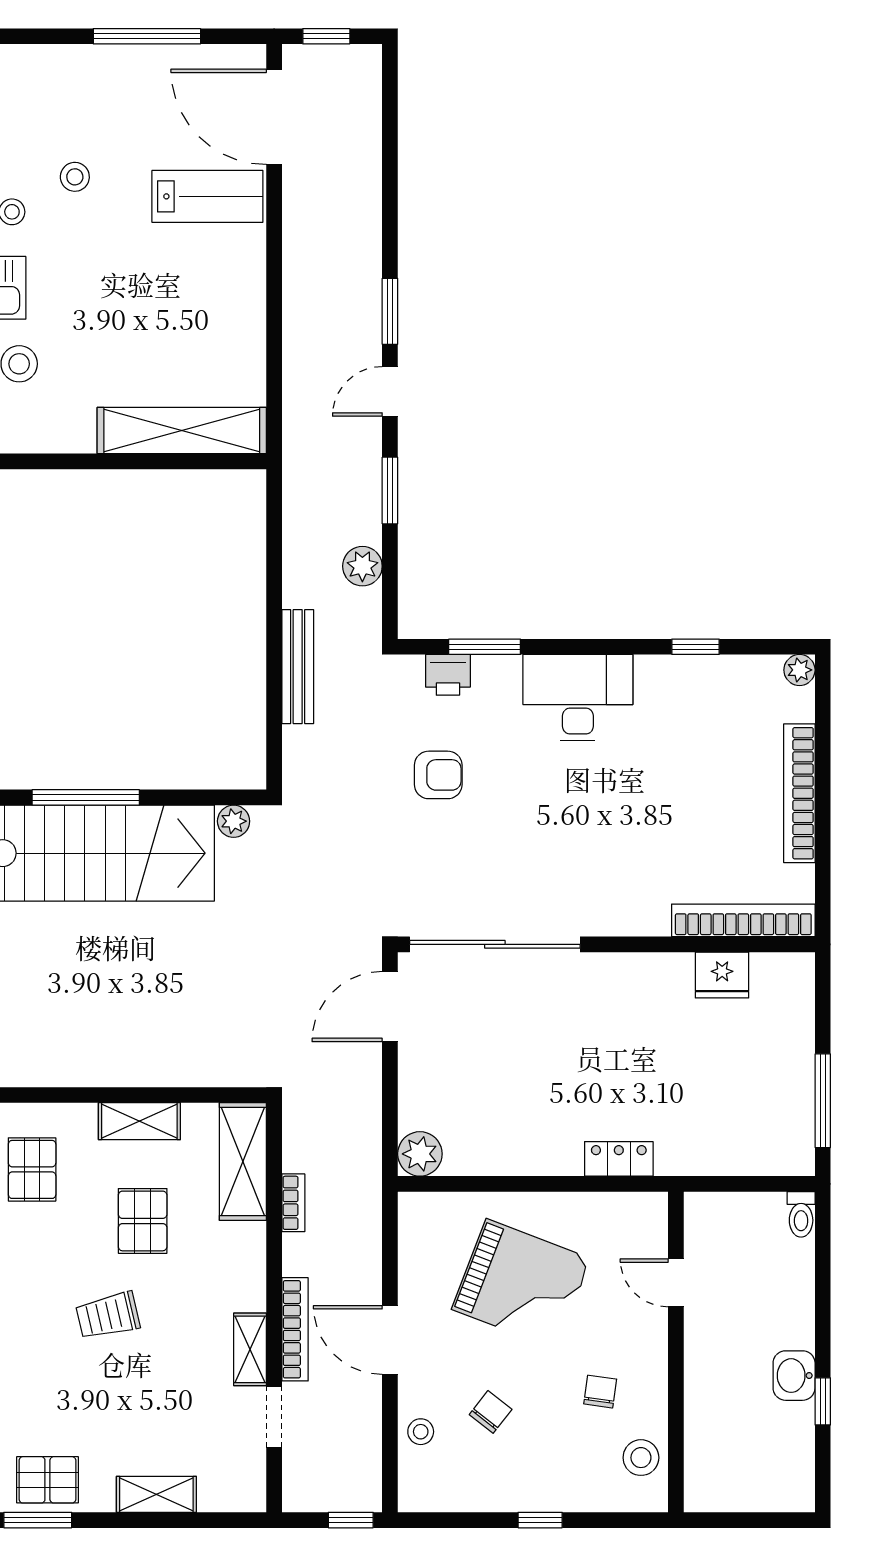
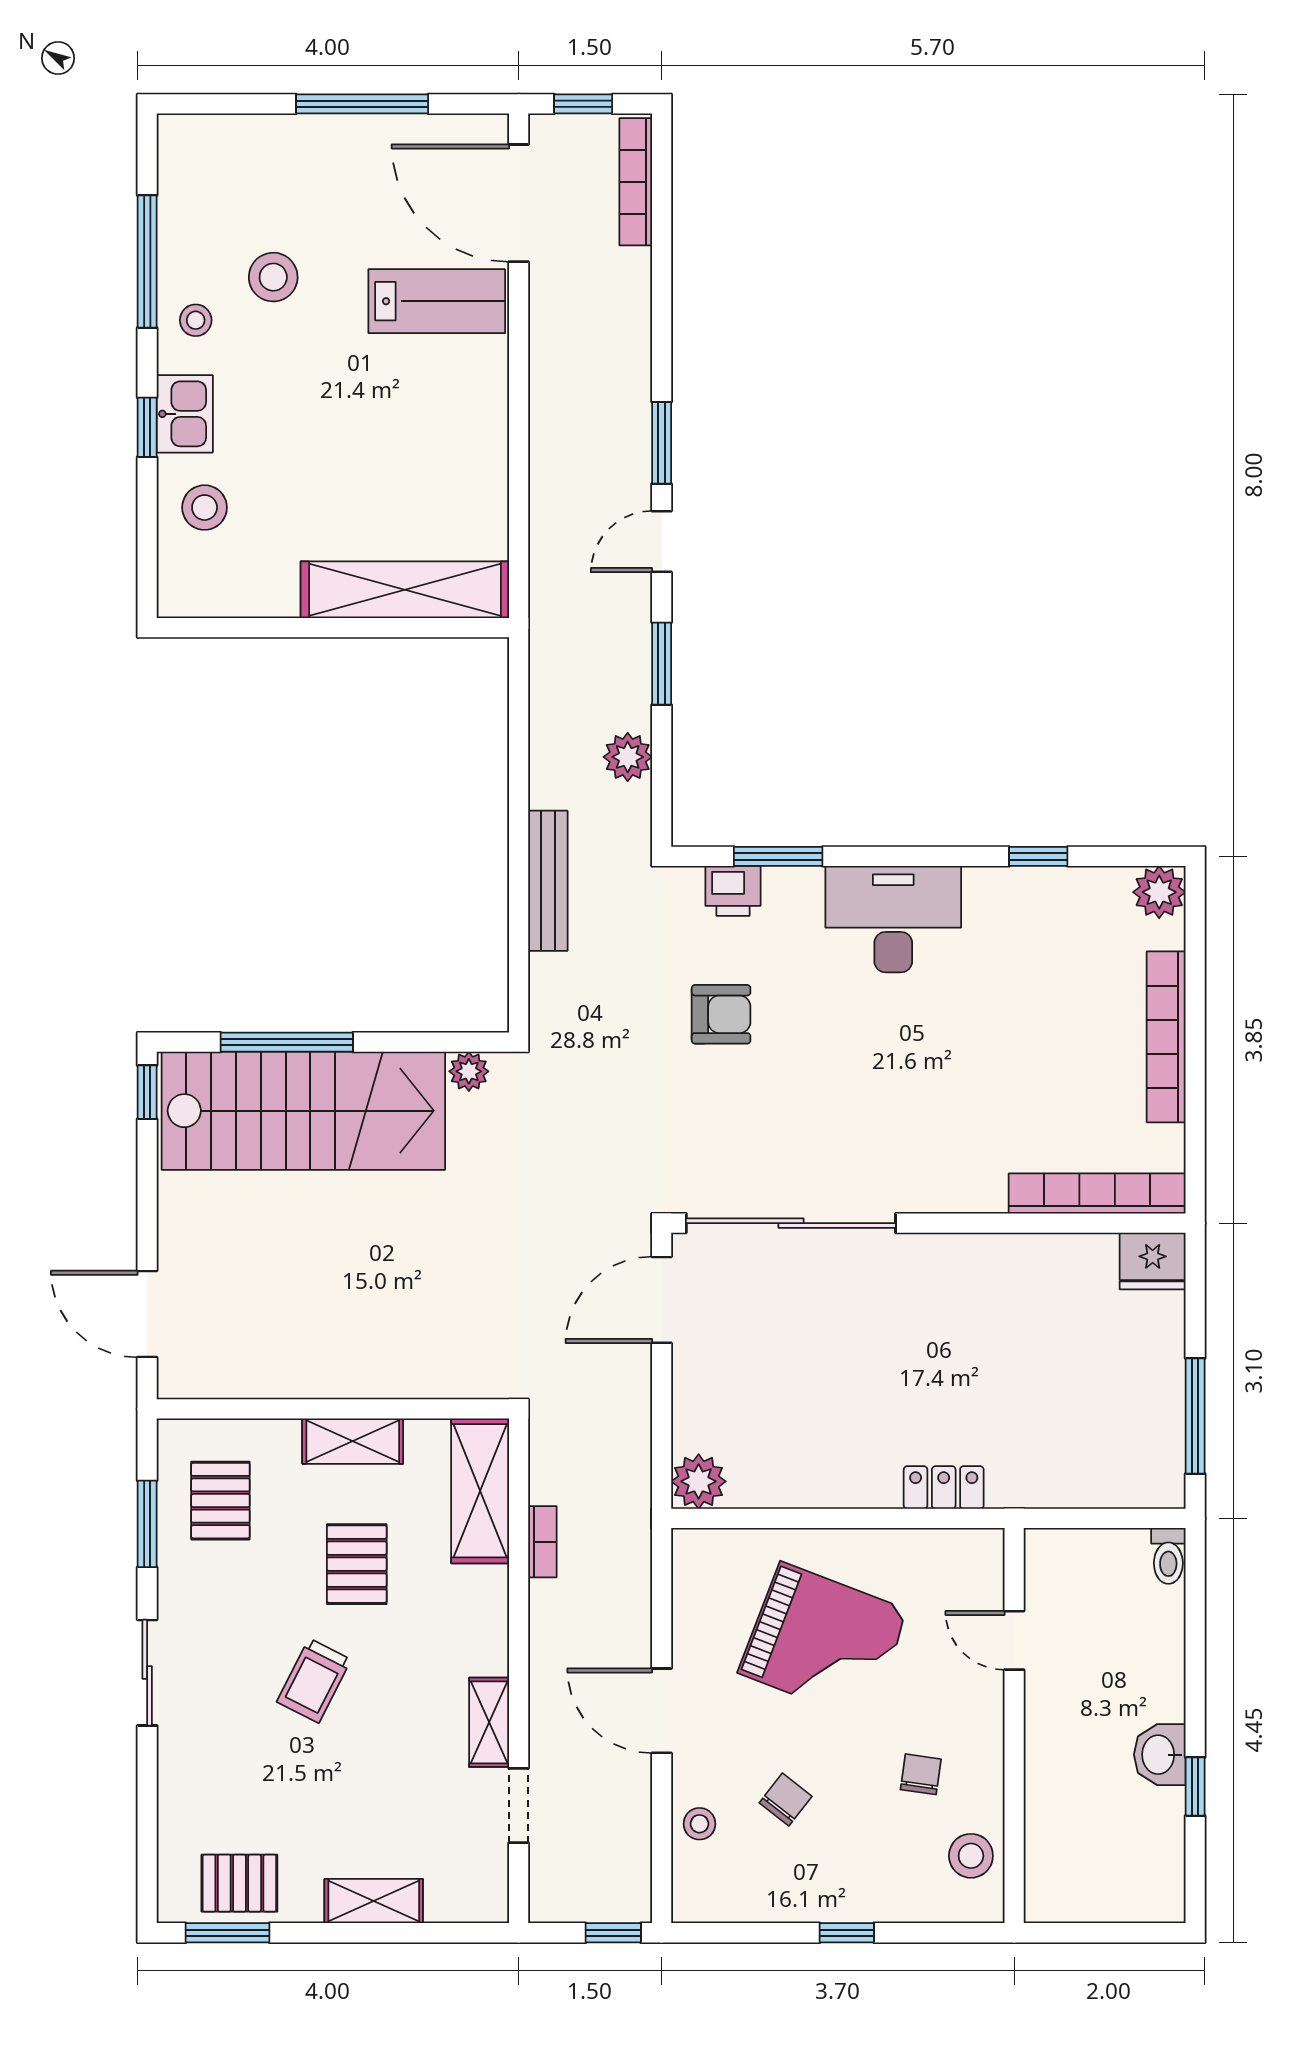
stool: (75, 177) -> (273, 277), width x1.37, depth x1.37
plant: (799, 670) -> (1159, 892), width x1.38, depth x1.38
fridge: (722, 975) -> (1153, 1261), moved
trolley: (108, 1316) -> (314, 1681), turned -50
bookcase: (295, 1329) -> (636, 182), moved, turned 180

